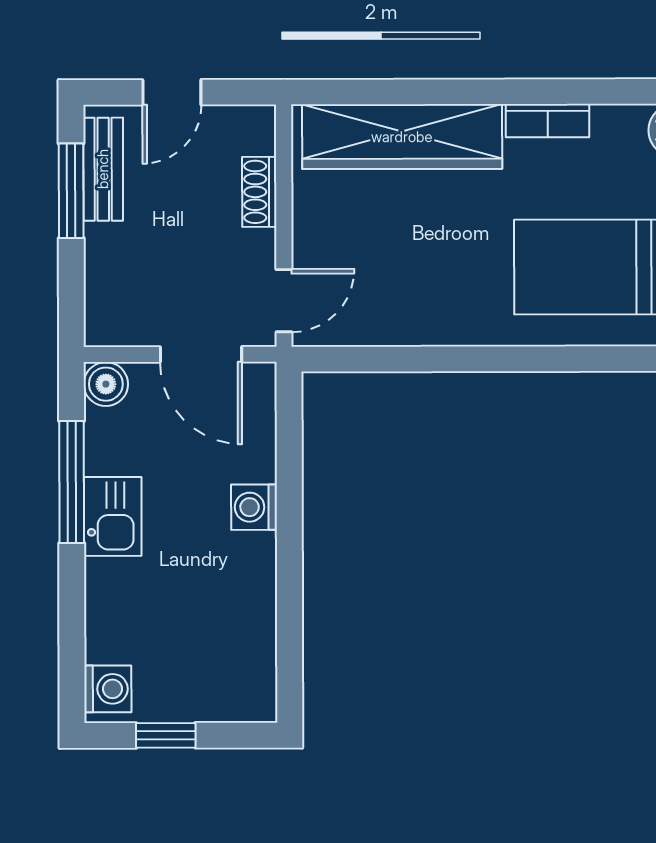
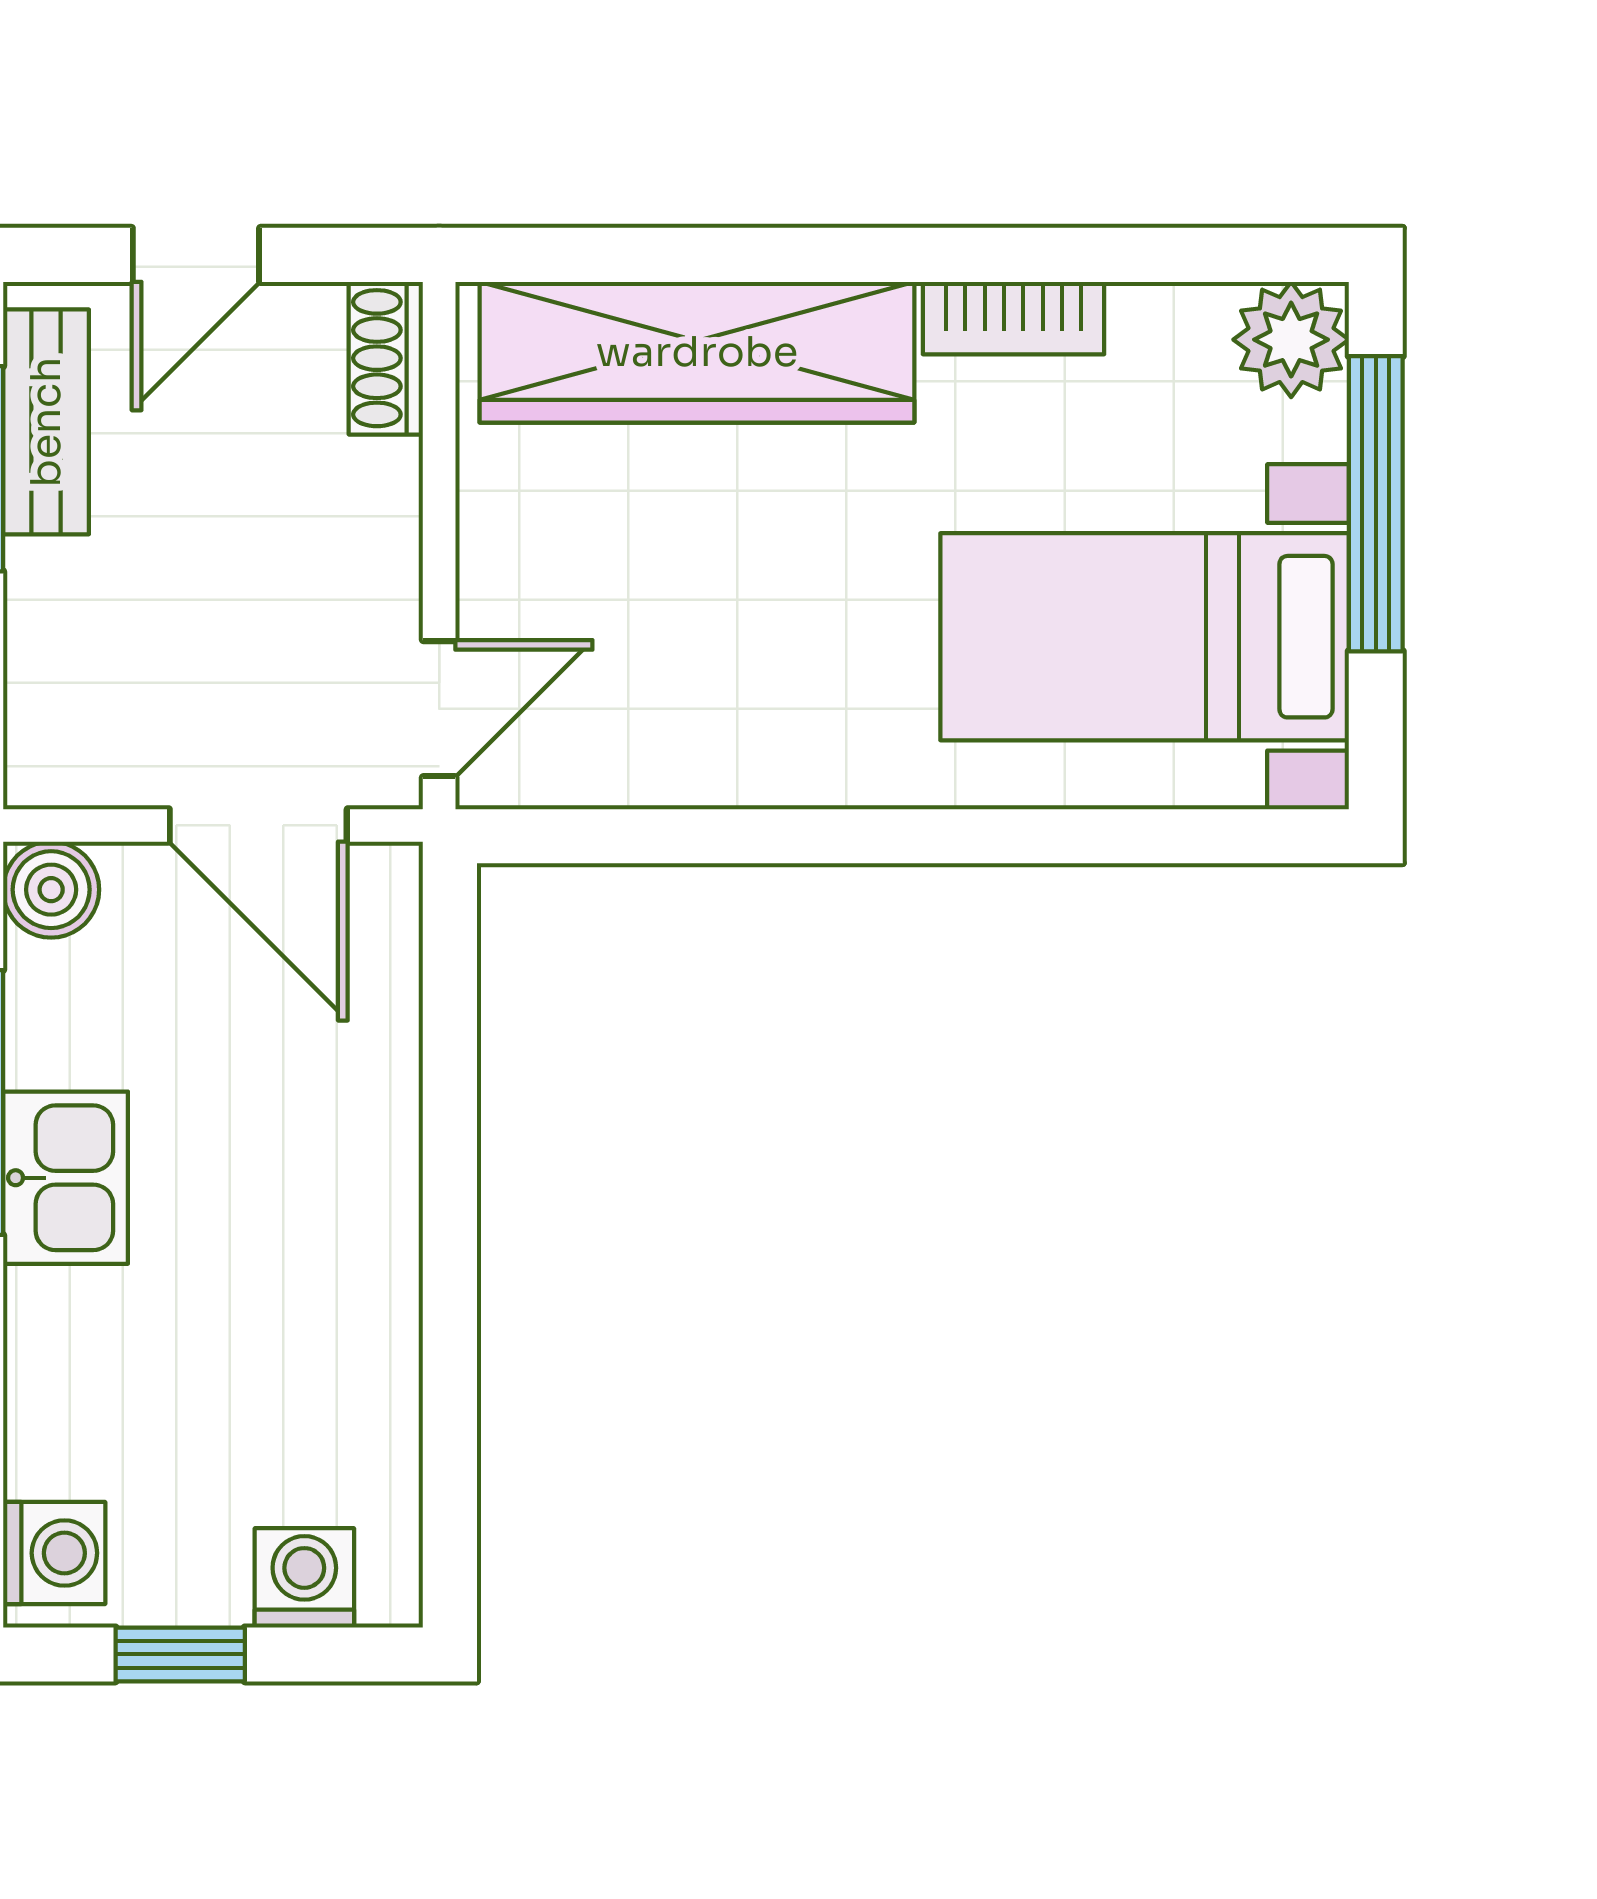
shoe rack: (259, 192) -> (386, 358), moved
washing machine: (254, 507) -> (304, 1578), moved, turned 90

